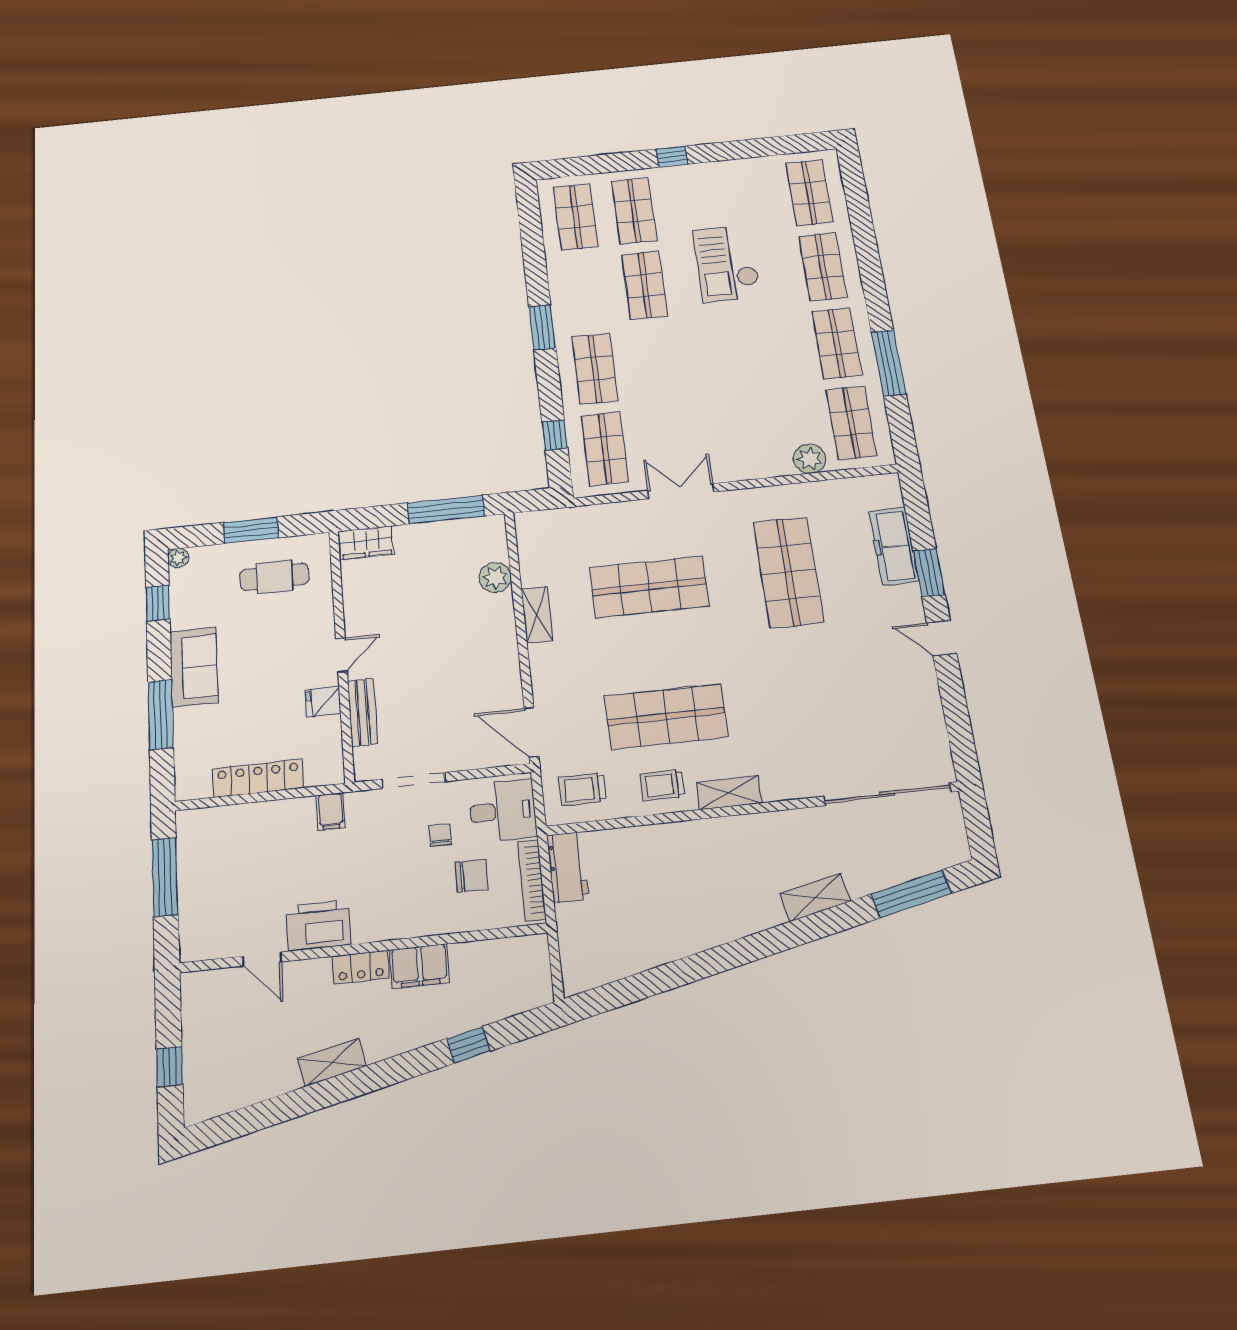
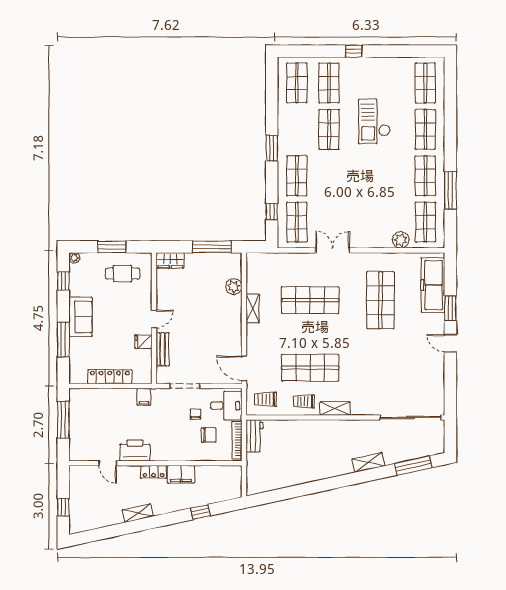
freezer: (894, 546) -> (433, 285), width x1.36, depth x1.26

